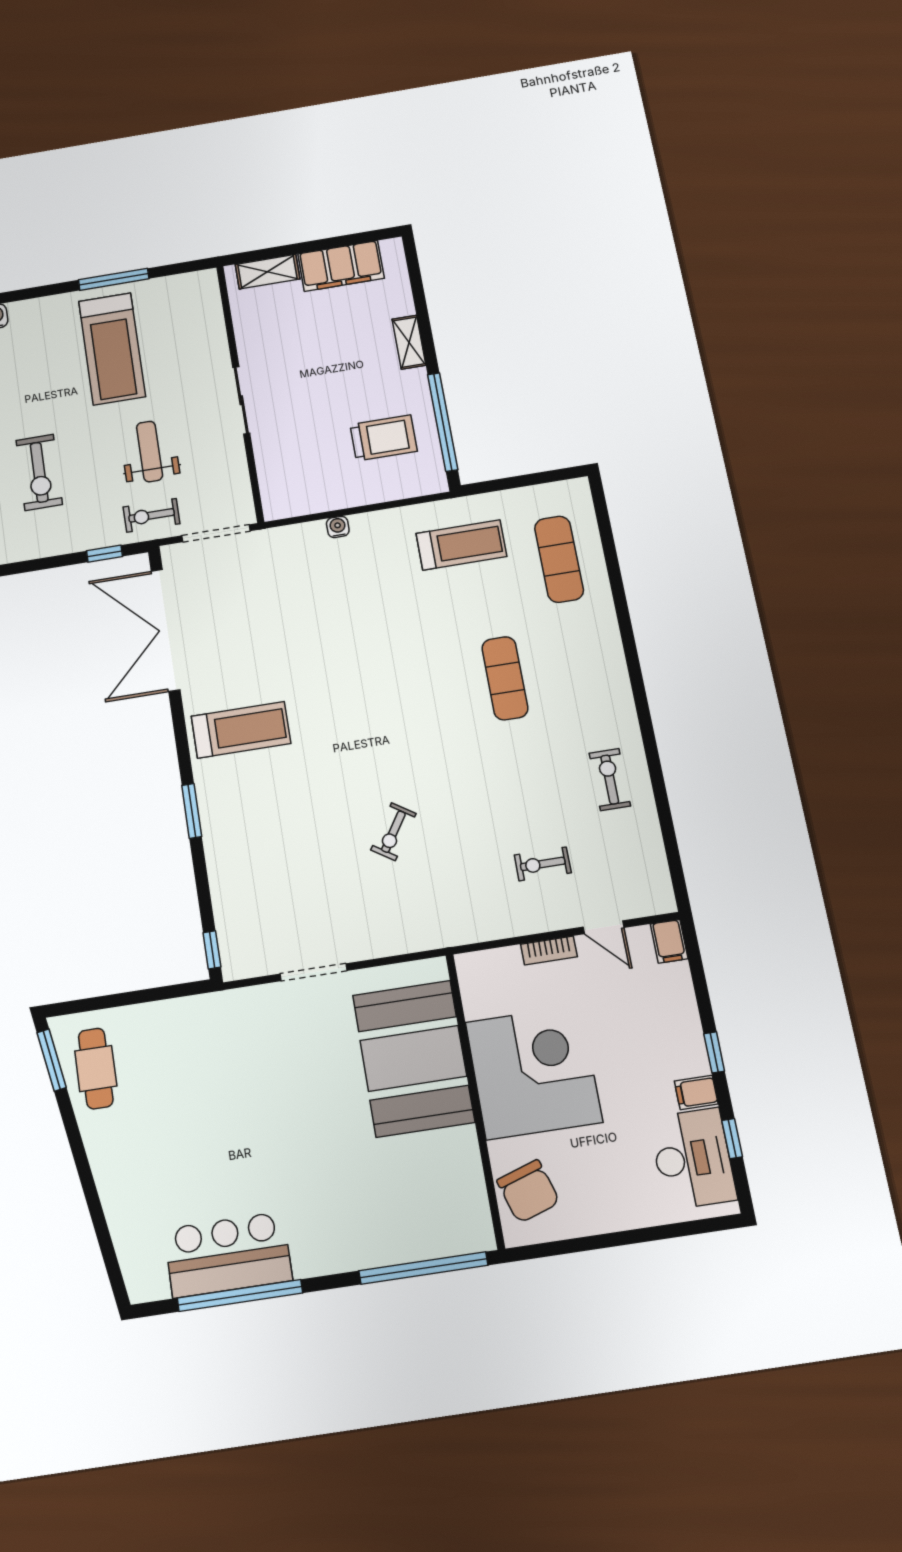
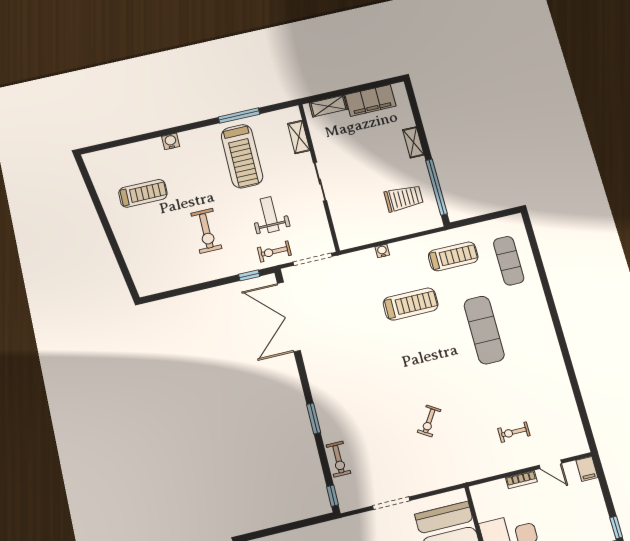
shelving: (212, 322) -> (299, 137), added
exercise mat: (505, 678) -> (484, 330), width x1.36, depth x1.45
treadmill: (241, 730) -> (411, 304), moved
exercise bike: (610, 780) -> (338, 459), moved, turned 180

